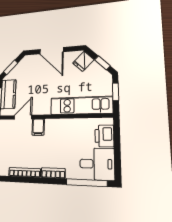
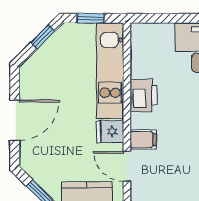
fridge: (83, 61) -> (110, 132), moved, turned 135
printer: (104, 136) -> (144, 95), moved, turned -90

